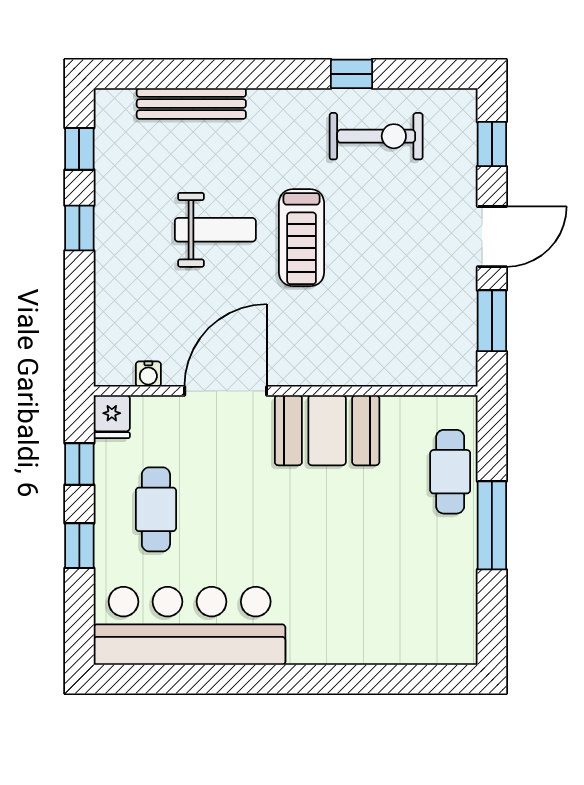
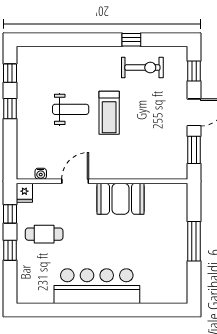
bench: (191, 104) -> (60, 53), removed
door: (226, 391) -> (75, 181), width x0.73
cafe table: (450, 472) -> (175, 217), removed
cafe table: (156, 509) -> (44, 234), turned 90
bar counter: (190, 626) -> (97, 286), moved

